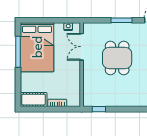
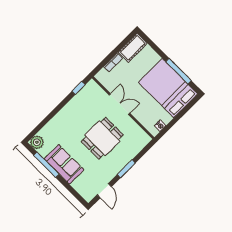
double door: (82, 47) -> (119, 104), moved
dining table: (117, 58) -> (102, 138), turned 90

